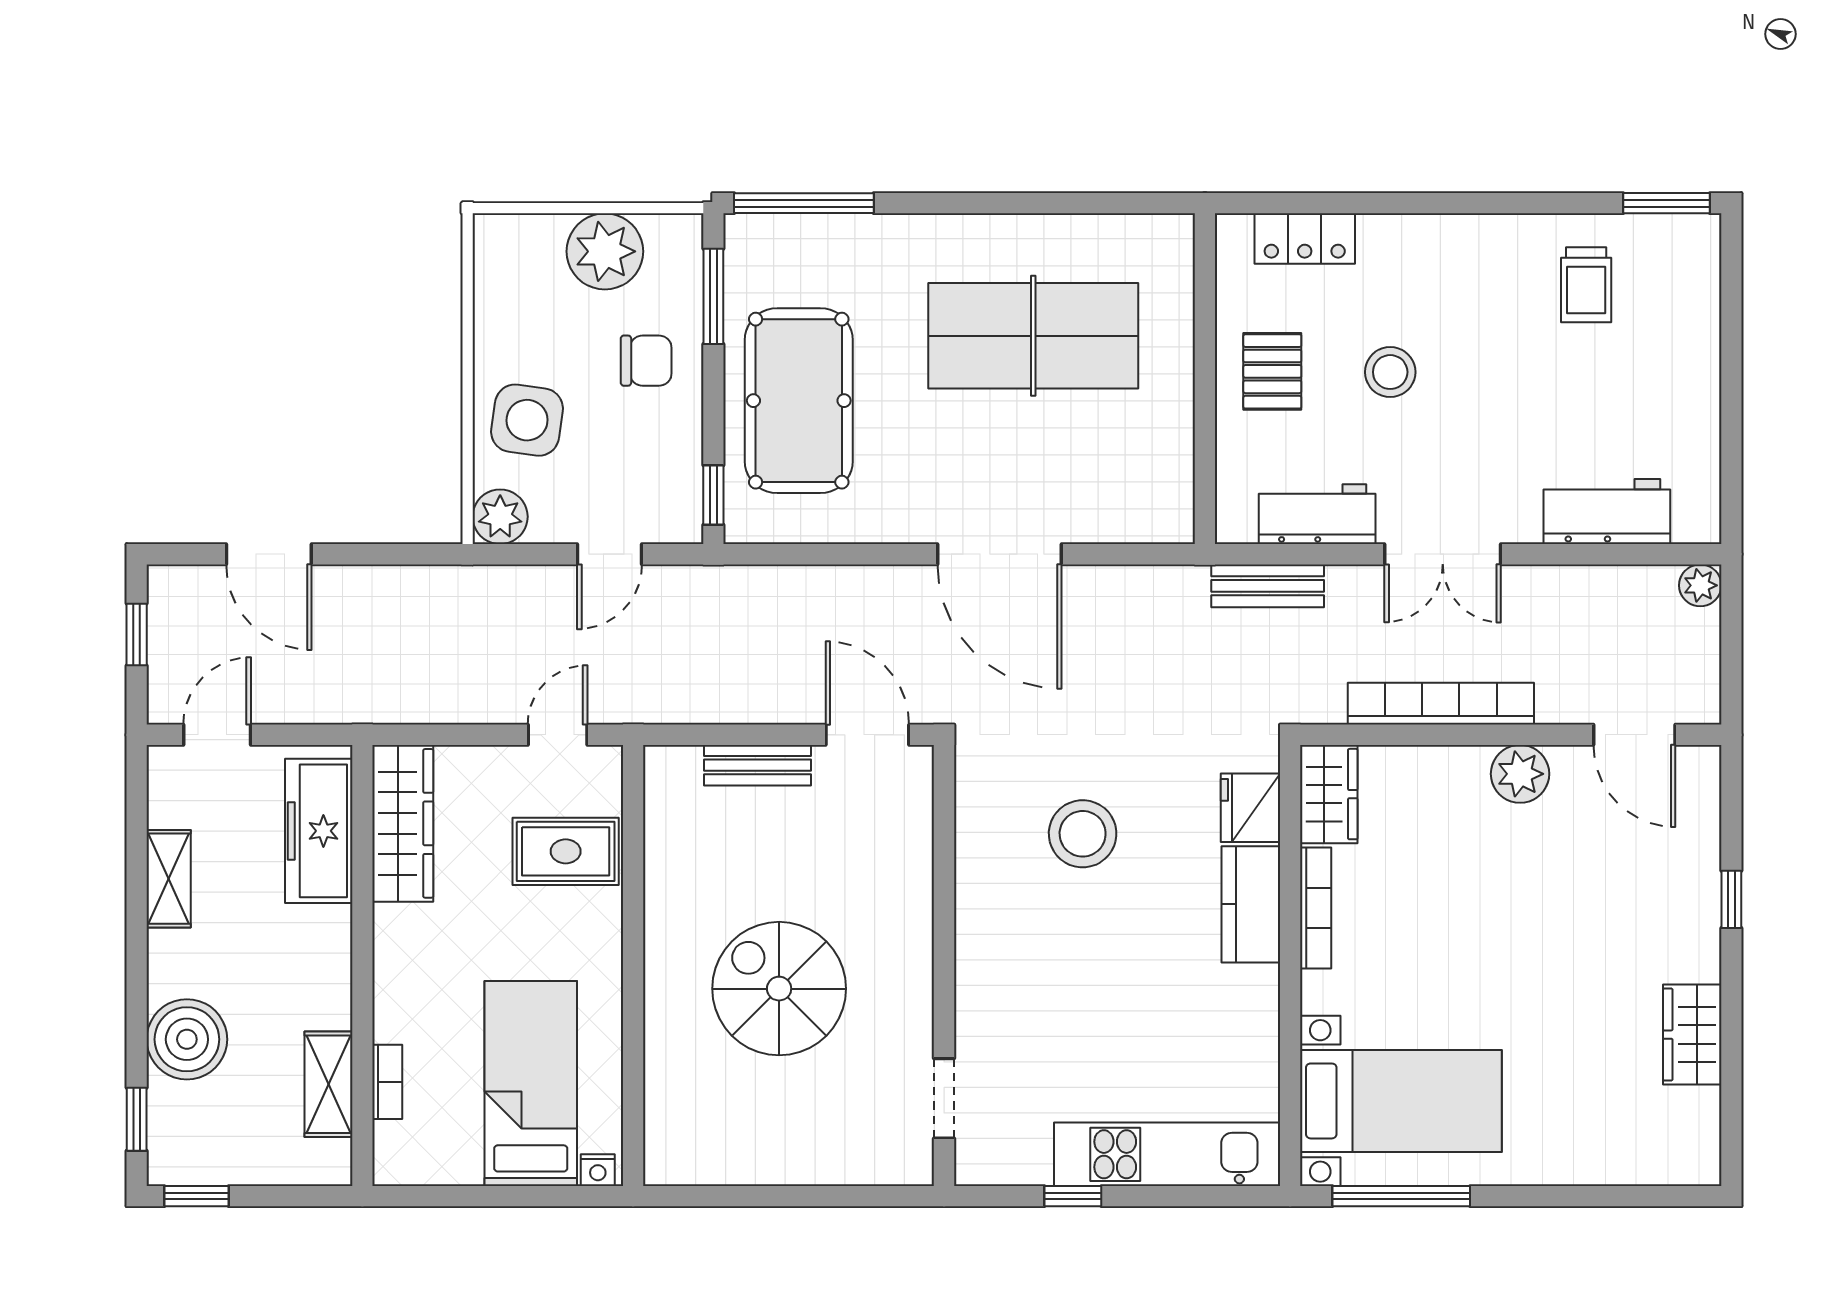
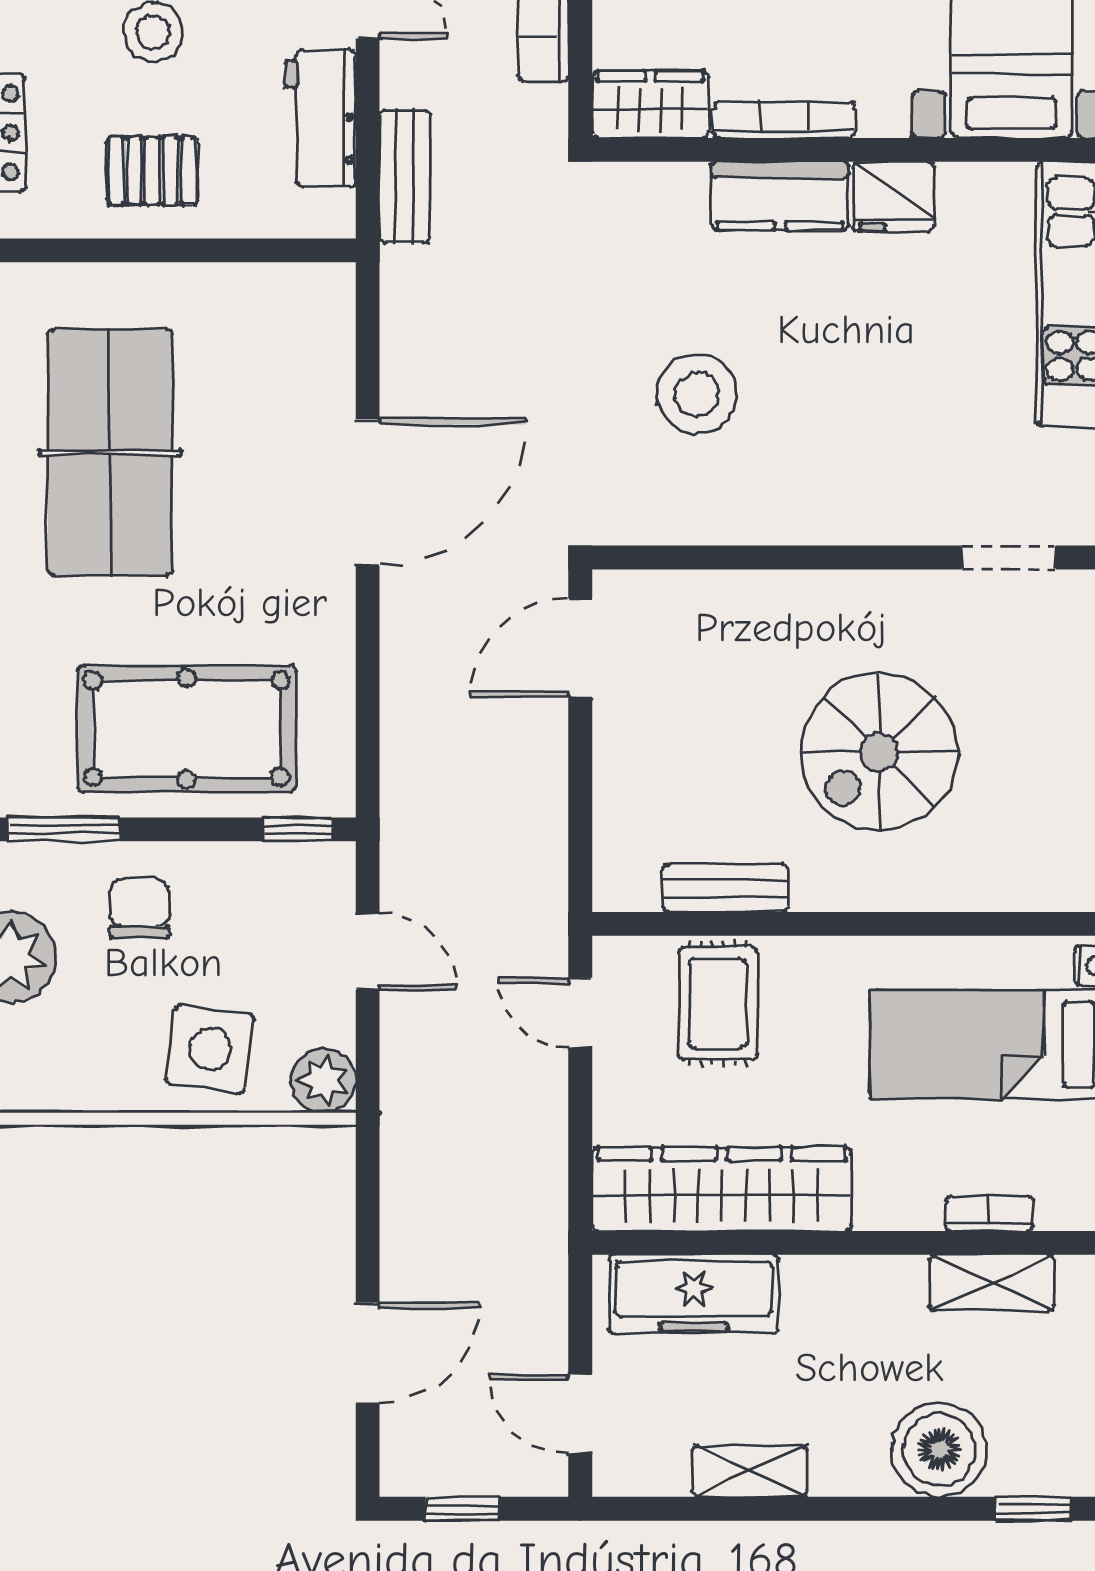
bench: (757, 765) -> (726, 888), moved, turned 90
fridge: (1250, 808) -> (894, 197), moved
wardrobe: (403, 823) -> (722, 1189), width x1.40, depth x1.17

